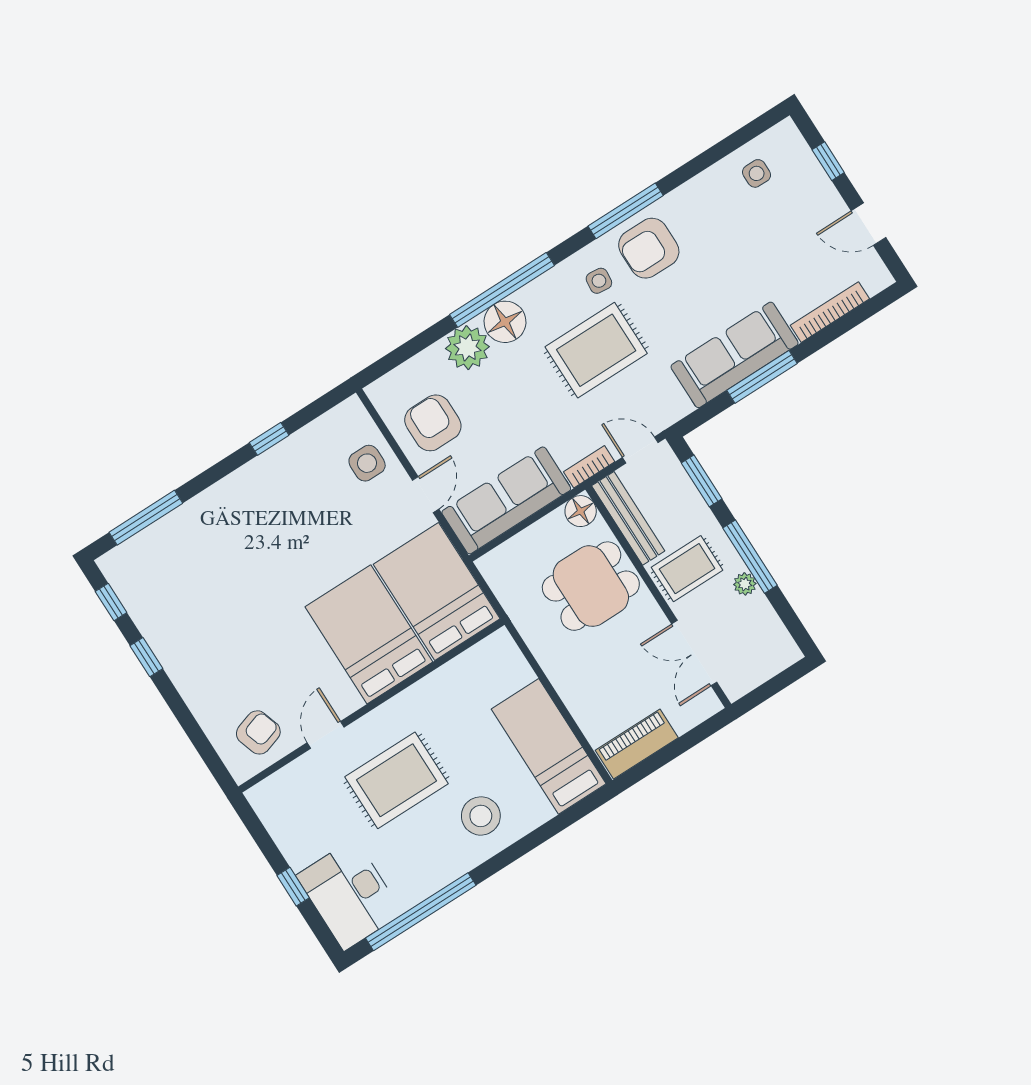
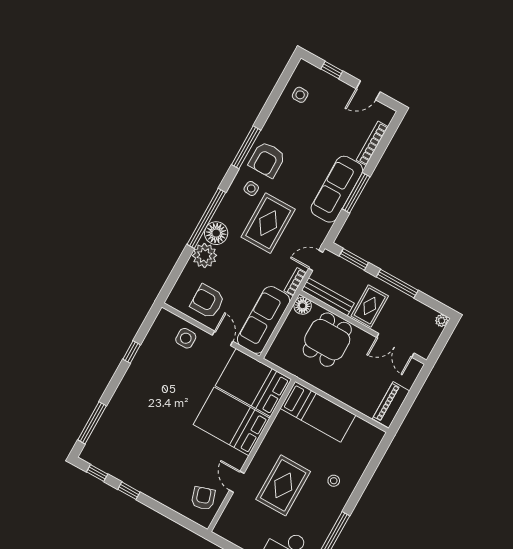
plant: (745, 584) -> (442, 321), moved
bed: (549, 746) -> (318, 412), moved, turned 180
stool: (481, 816) -> (334, 481), width x0.53, depth x0.53

